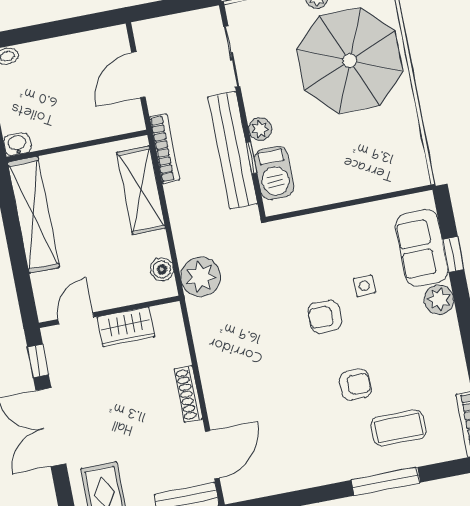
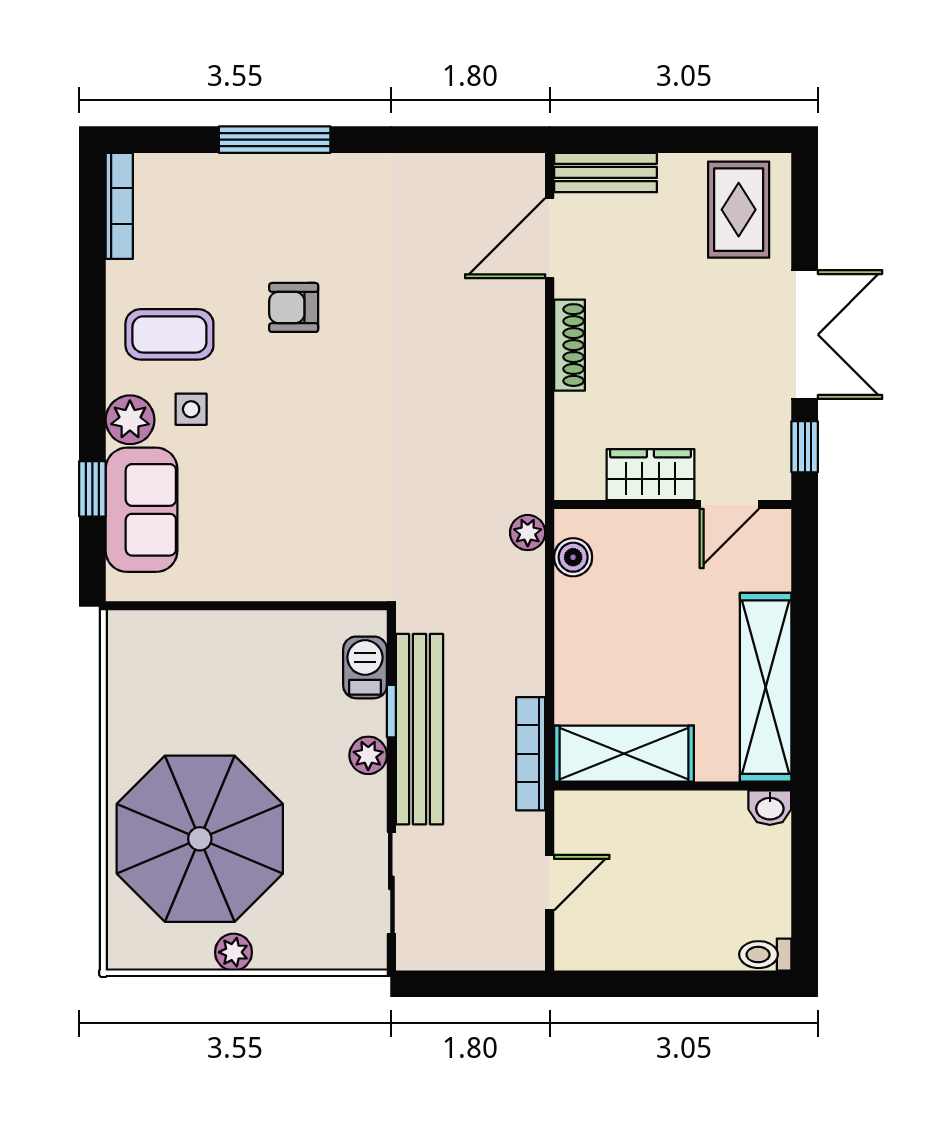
door: (138, 75) -> (550, 883), width x0.73
barbecue: (274, 173) -> (365, 667), width x0.73, depth x0.79
shelving: (141, 190) -> (624, 754), moved, turned 90
plant: (201, 277) -> (528, 533), width x0.53, depth x0.53
side table: (364, 286) -> (191, 409), moved
armchair: (325, 317) -> (322, 428), removed
coffee table: (399, 428) -> (169, 334), moved

